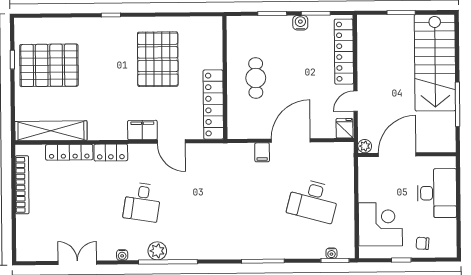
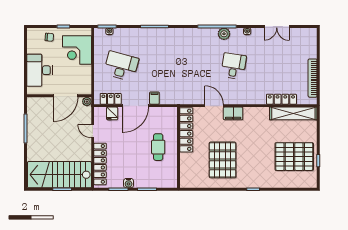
stairs: (435, 63) -> (59, 175), moved, turned -90
door: (356, 101) -> (93, 131), swing flipped
fridge: (344, 128) -> (112, 113), moved
locker: (111, 153) -> (111, 99), moved

